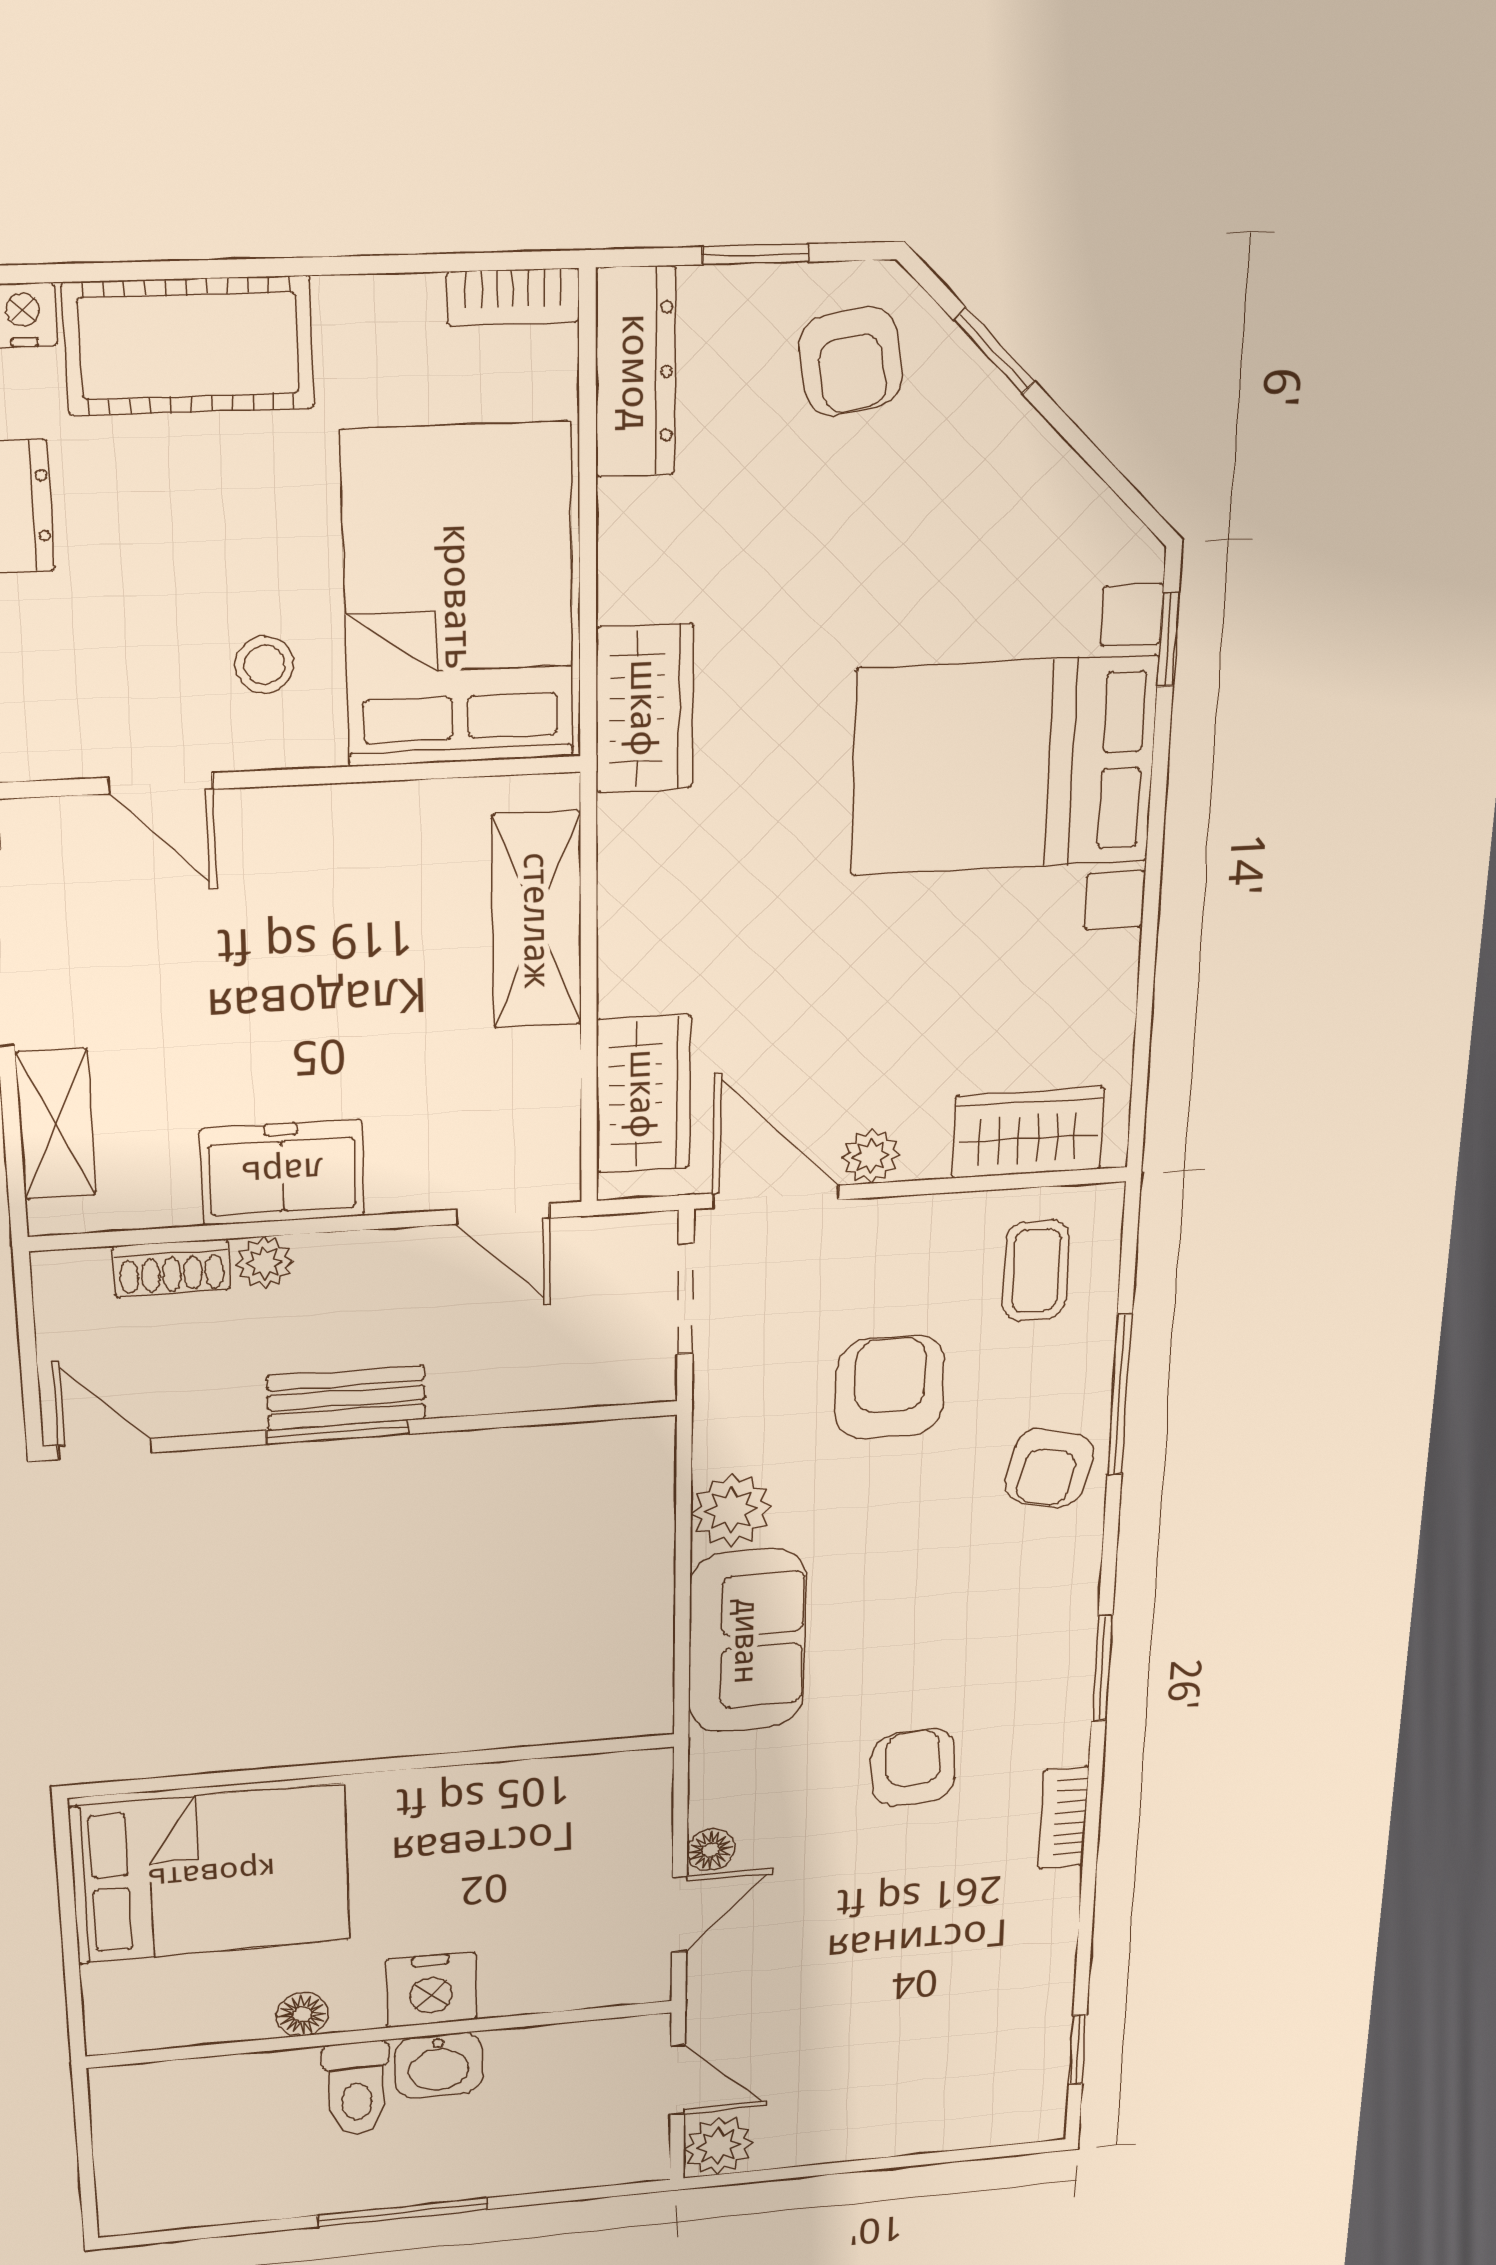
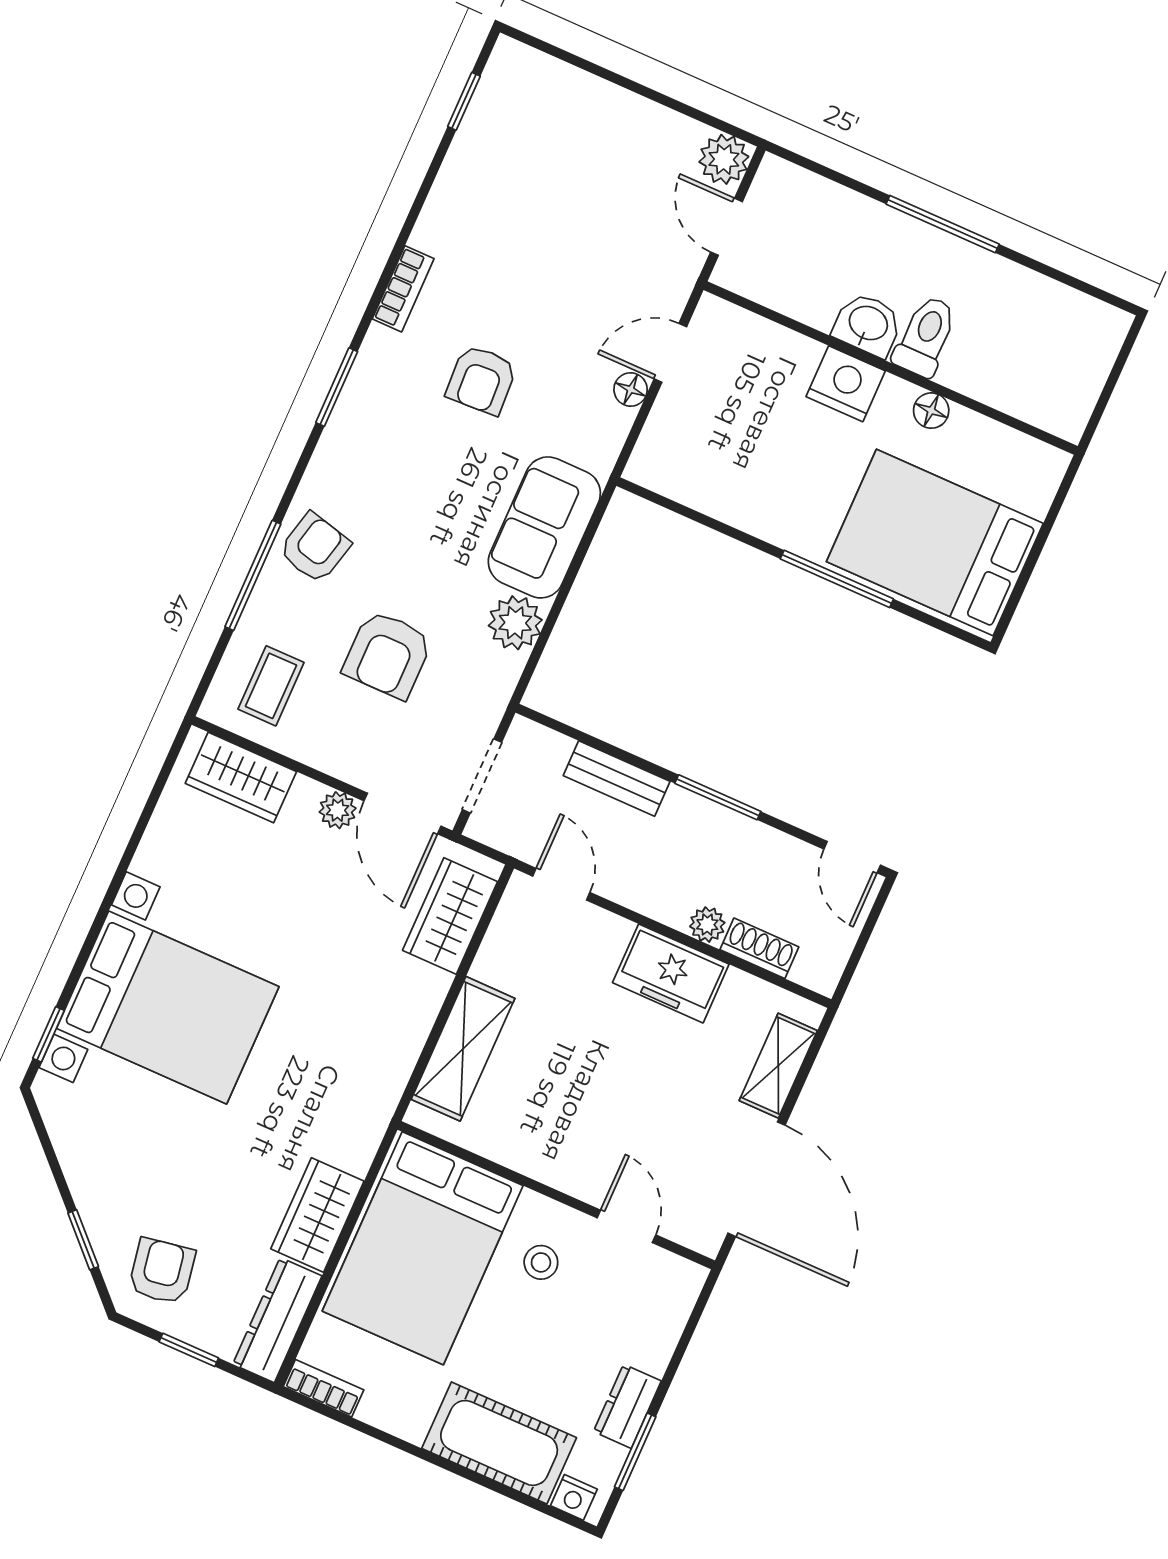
wardrobe: (644, 708) -> (317, 1215), moved
bench: (346, 1398) -> (617, 778), moved
window: (319, 1770) -> (837, 579), added

